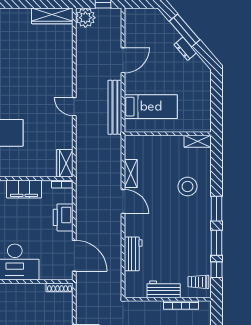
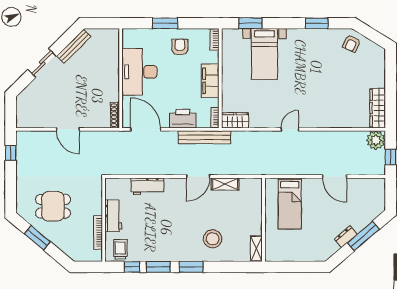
bench: (115, 107) -> (204, 137), moved
door: (74, 256) -> (146, 129), swing flipped

